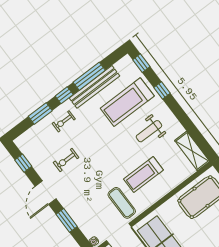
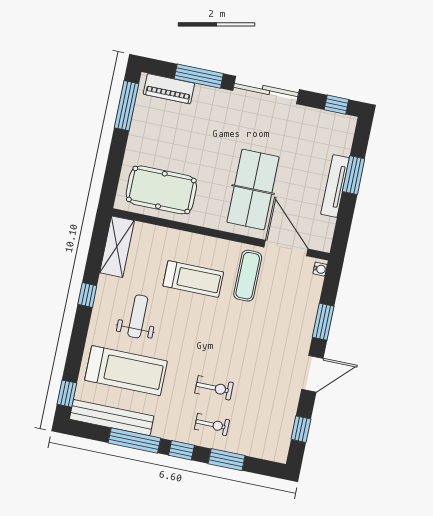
bench: (94, 87) -> (112, 418), moved
window: (162, 90) -> (87, 295), moved
weight bench: (149, 131) -> (138, 316), turned -90
exercise bike: (66, 160) -> (214, 388), moved

